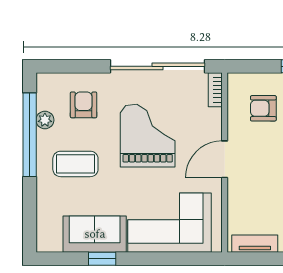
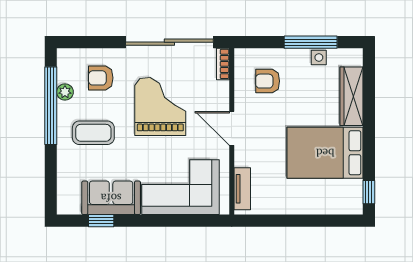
armchair: (84, 105) -> (101, 78), turned -90
door: (225, 159) -> (232, 128), hinge flipped
tv unit: (255, 244) -> (242, 189), moved, turned 90
window: (102, 259) -> (101, 221), moved

